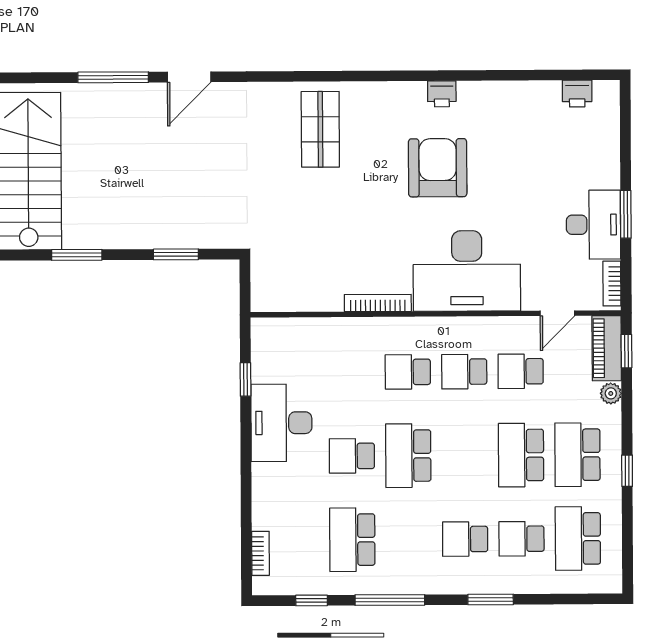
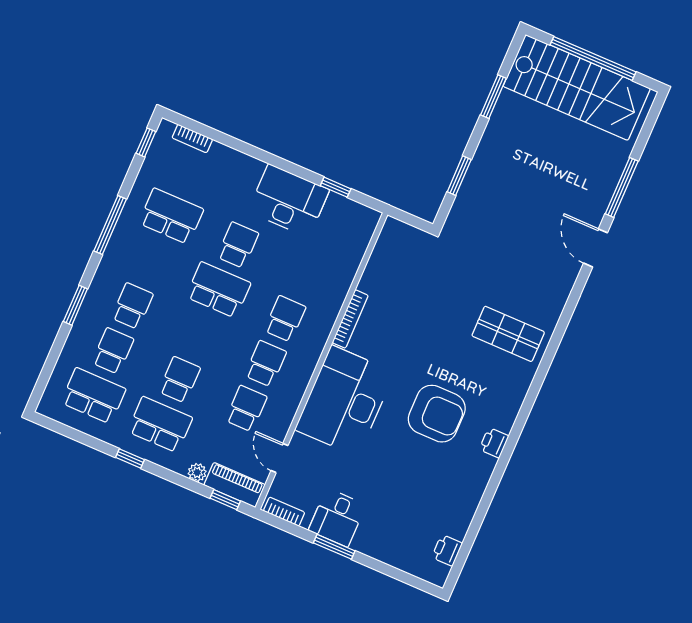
desk: (593, 225) -> (337, 518), width x0.73
school desk: (521, 455) -> (180, 380), width x0.54
window: (312, 600) -> (146, 142), moved

